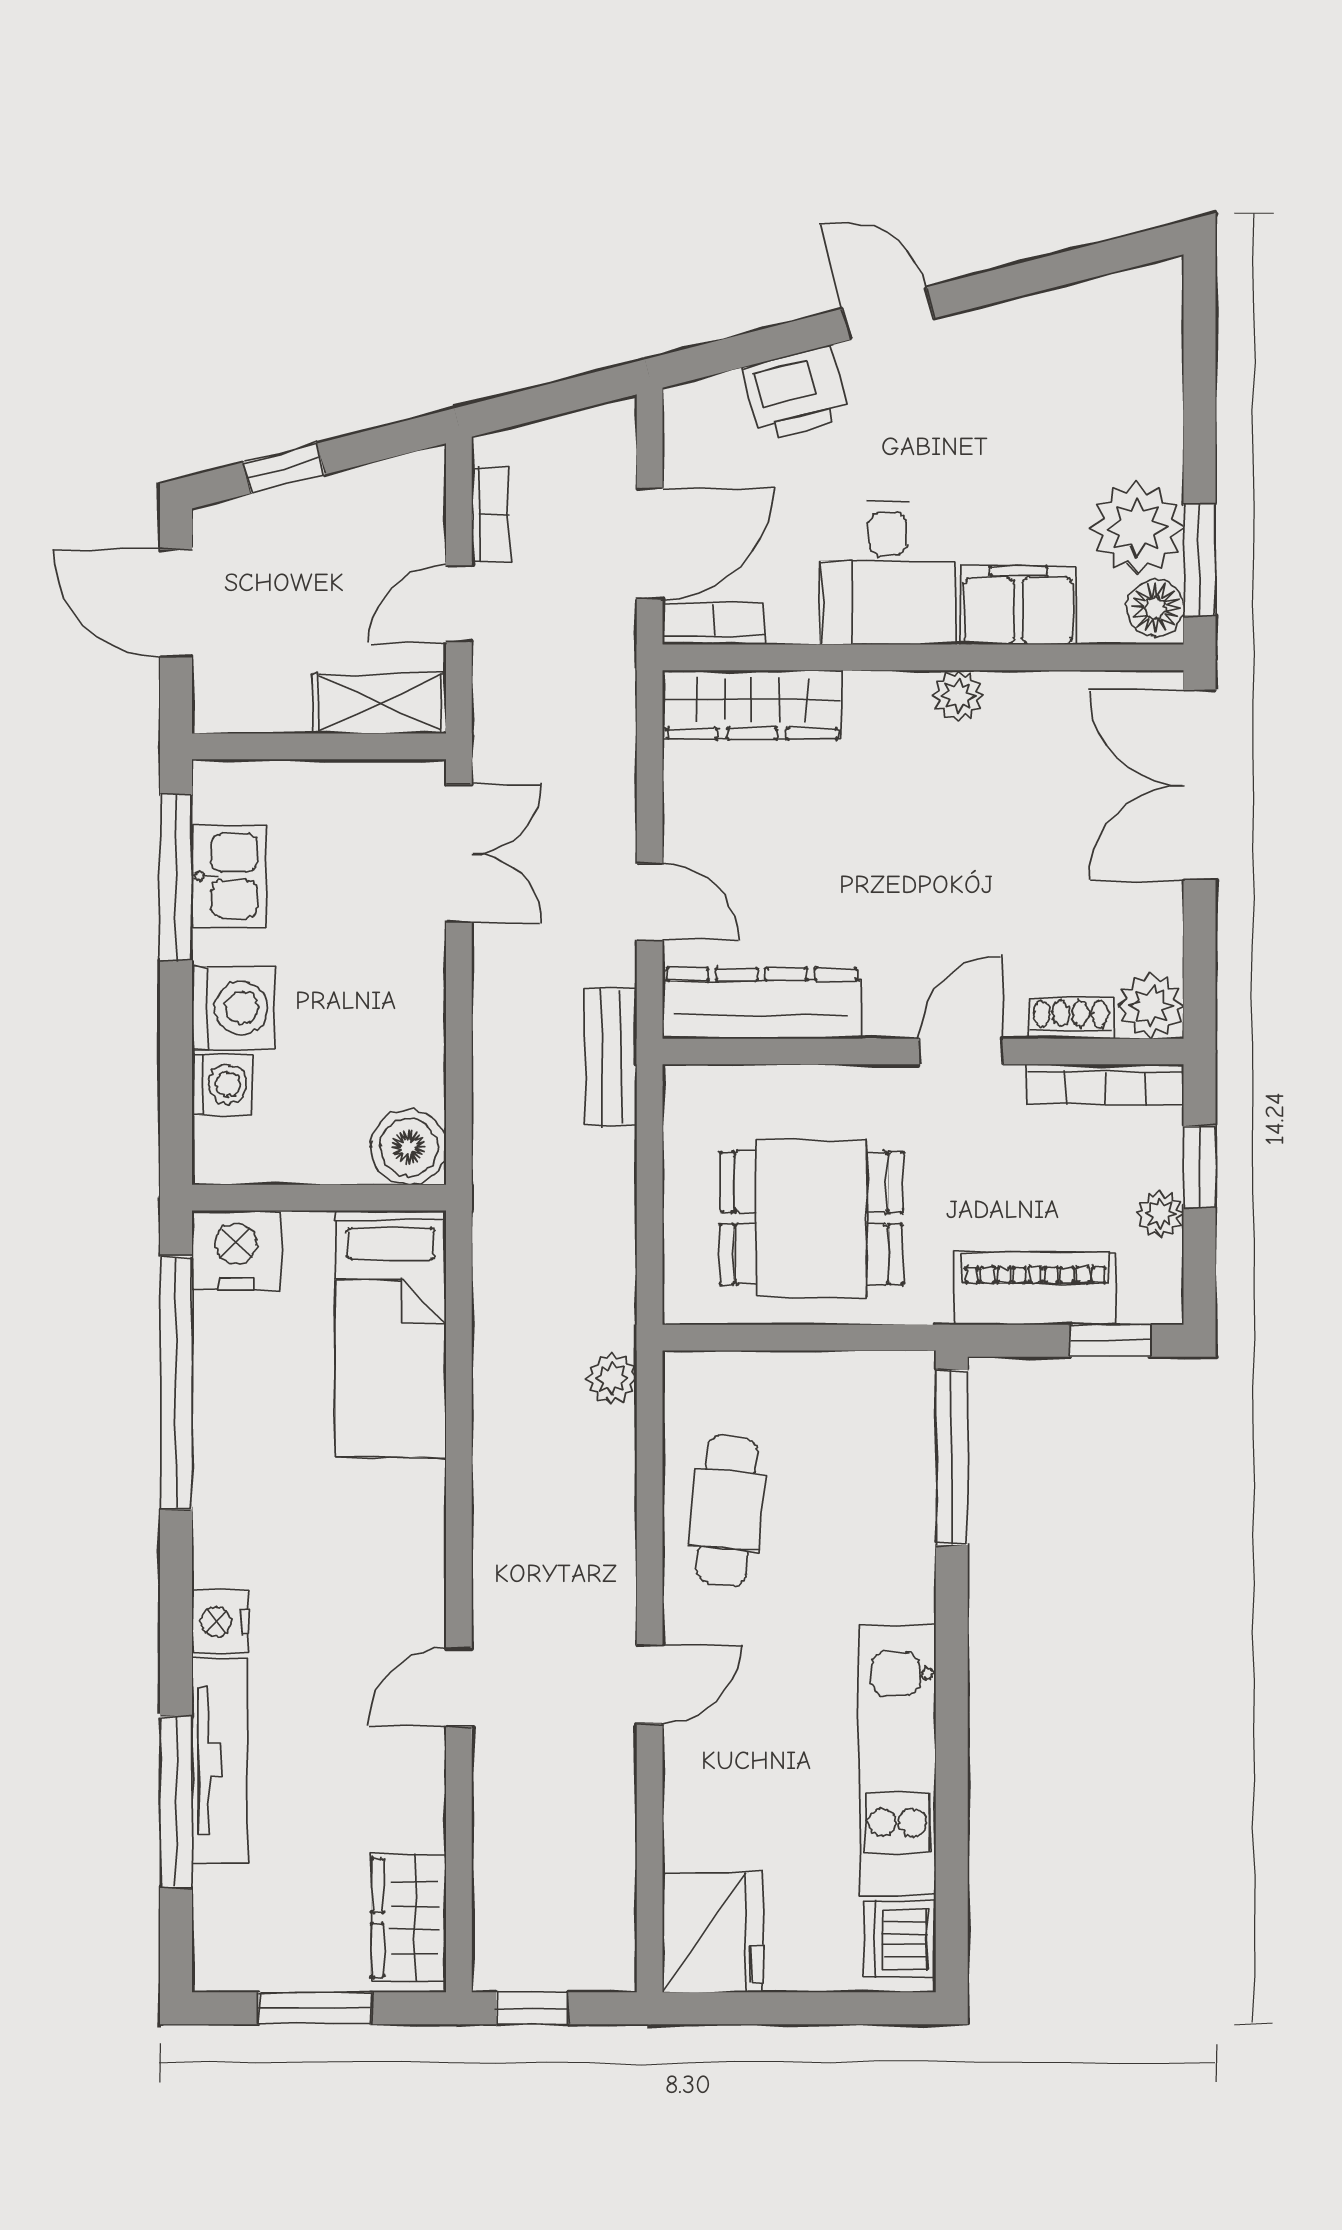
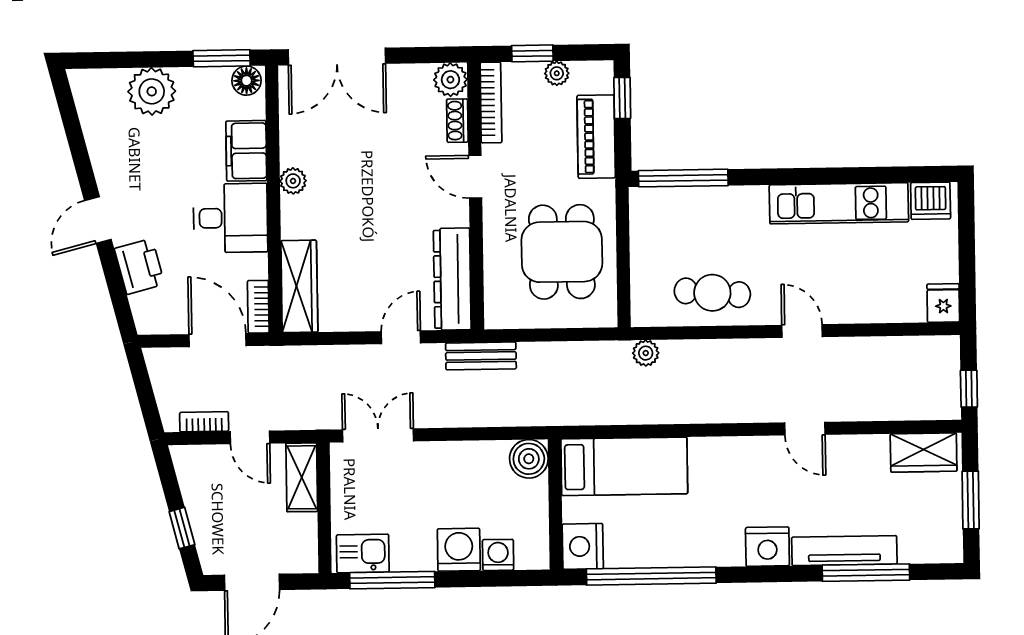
plant: (1137, 528) -> (152, 91), moved
kitchen sink: (229, 876) -> (363, 553), moved
nightstand: (221, 1621) -> (767, 547), width x1.36, depth x1.33
fridge: (713, 1933) -> (943, 303), width x0.53, depth x0.75

